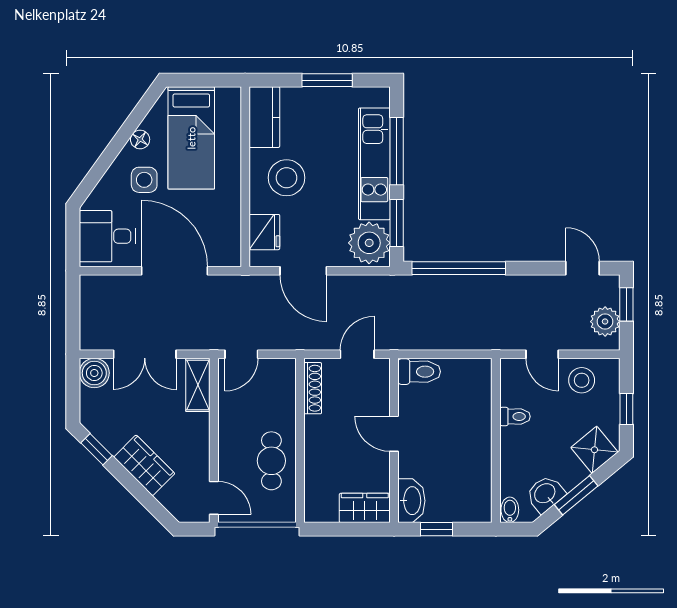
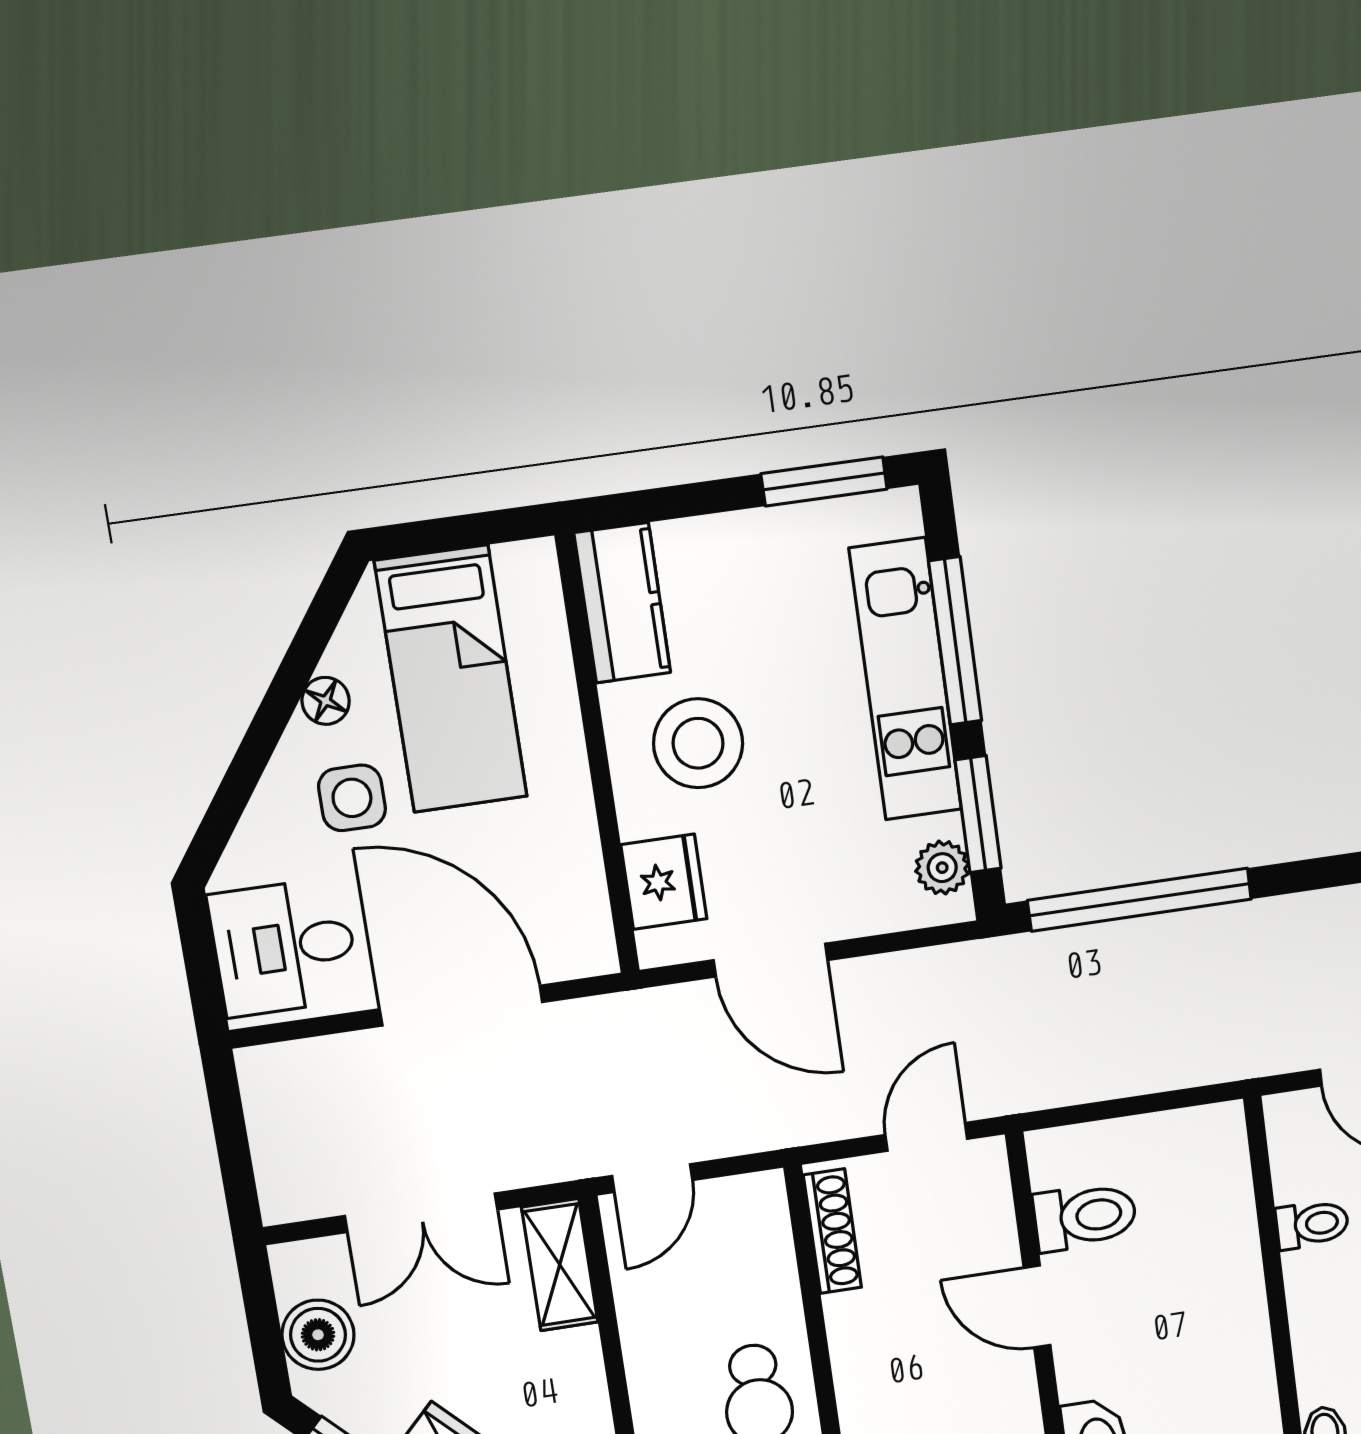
window: (327, 80) -> (824, 481), moved
plant: (369, 243) -> (942, 868), width x0.53, depth x0.53
toilet: (419, 372) -> (1085, 1217), moved
boiler: (94, 373) -> (318, 1335), moved

